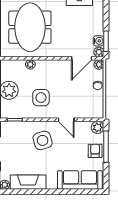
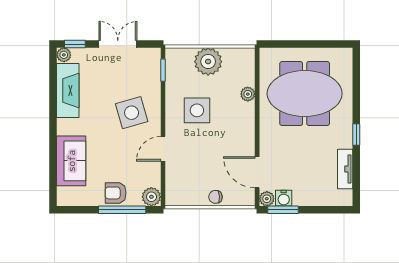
plant: (99, 65) -> (248, 199), removed
armchair: (95, 151) -> (116, 193), turned 180
sofa: (80, 180) -> (71, 161), width x0.73

